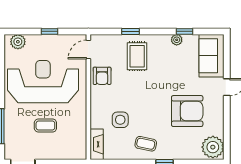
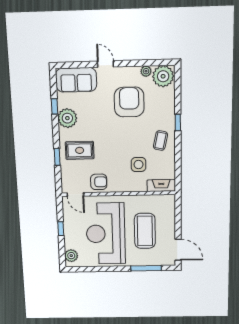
plant: (177, 40) -> (67, 118), width x1.87, depth x1.87
coffee table: (45, 125) -> (145, 231), width x1.86, depth x1.72
plant: (218, 129) -> (146, 71), added

